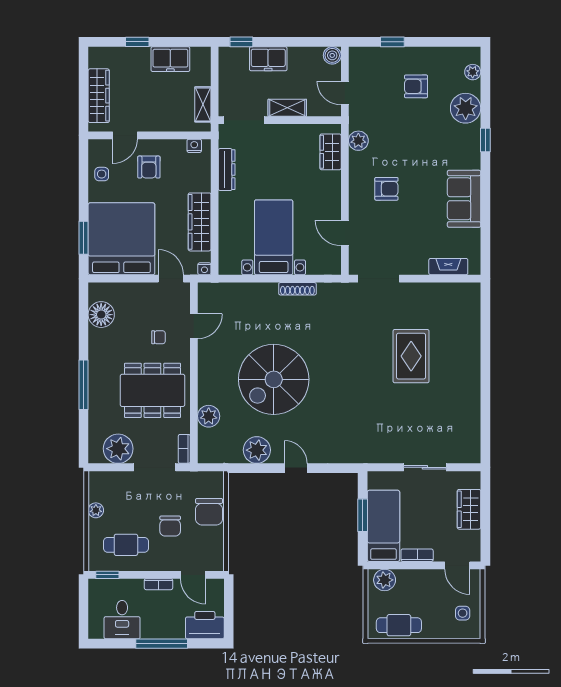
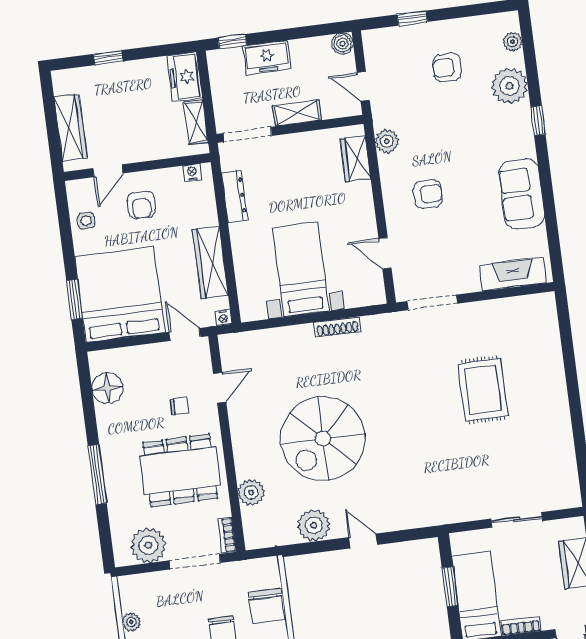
freezer: (170, 59) -> (185, 77), moved, turned 90
fireplace: (448, 267) -> (513, 274), width x1.37, depth x1.32

